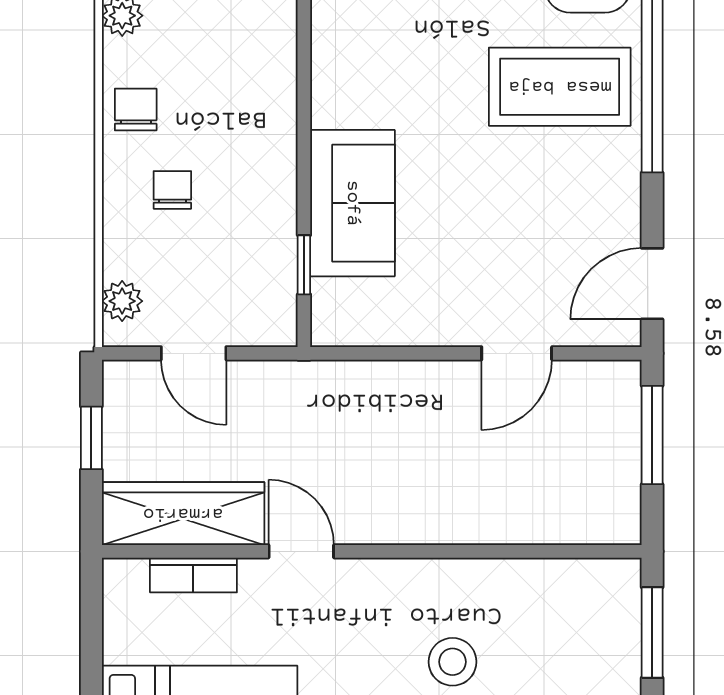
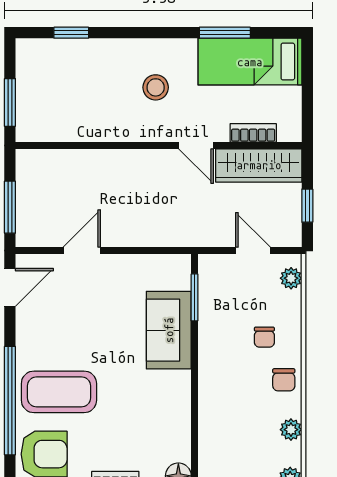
window: (304, 265) -> (195, 297), width x1.50
stool: (452, 662) -> (156, 87), moved

